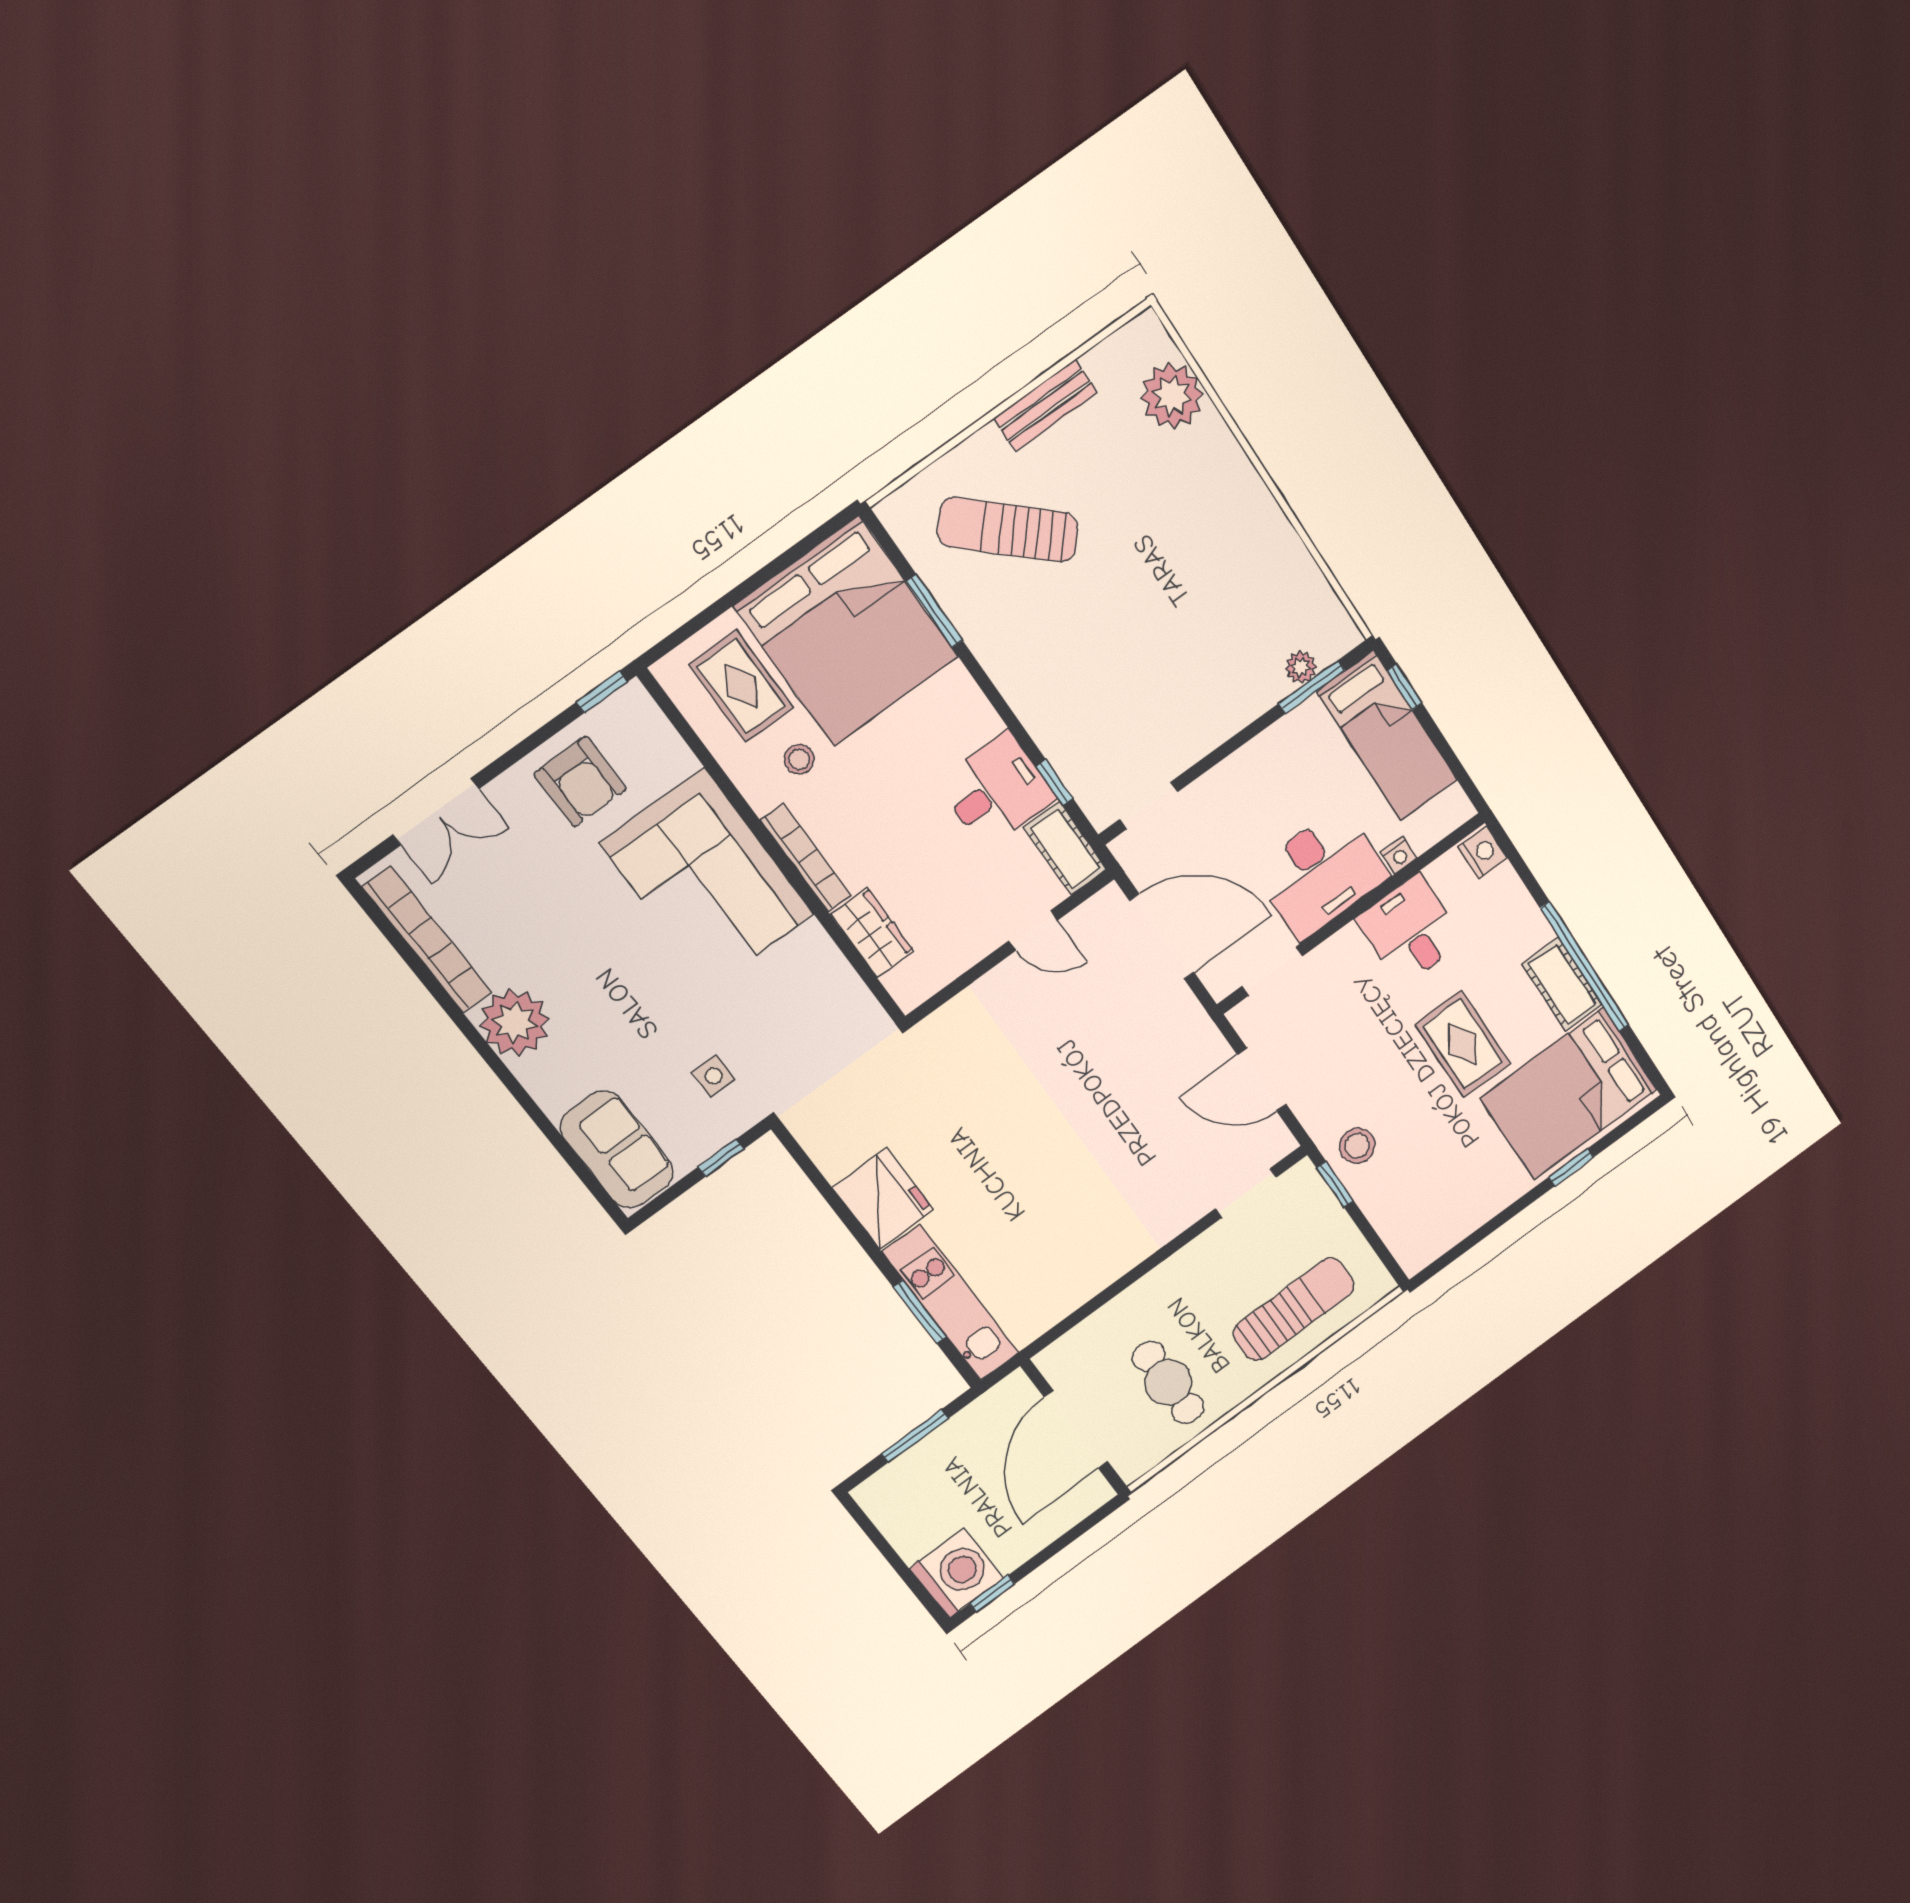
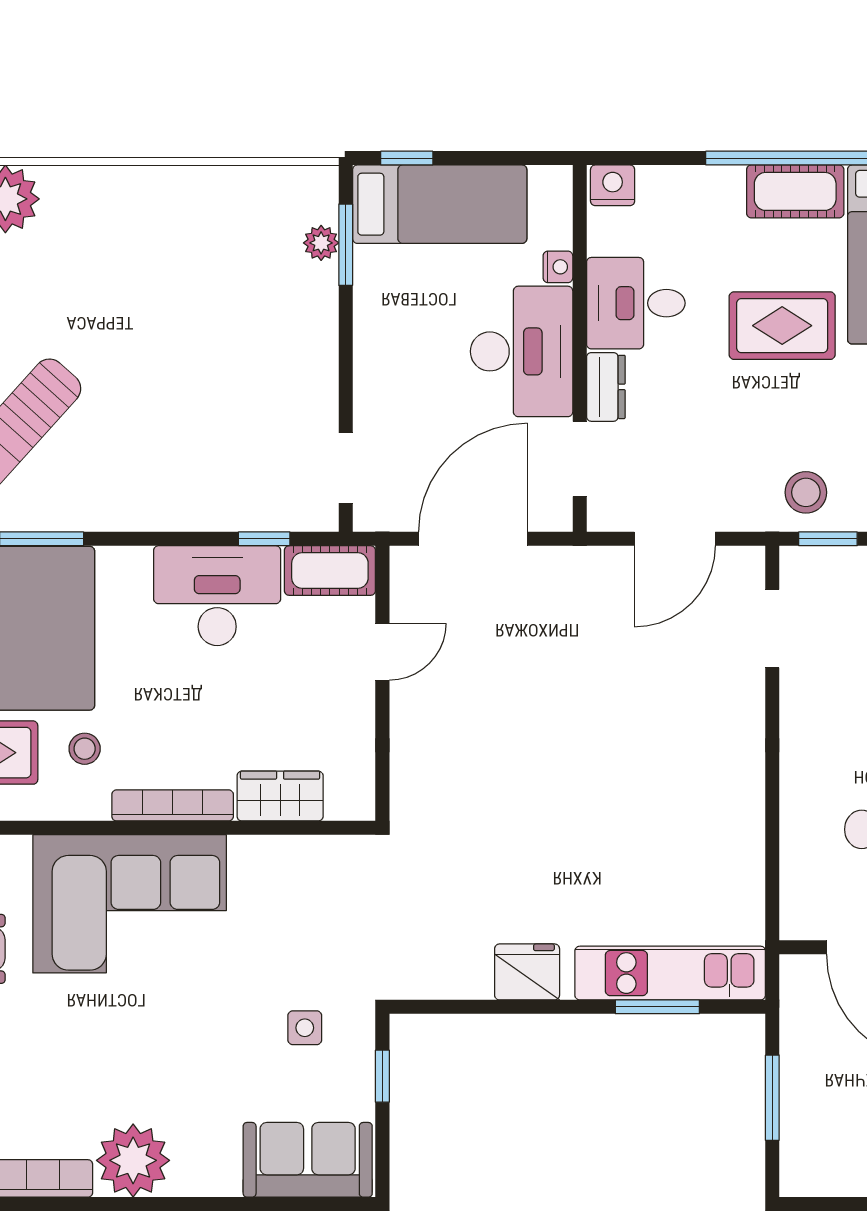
desk: (996, 791) -> (217, 596), width x1.37
dresser: (1336, 952) -> (606, 387), added
fridge: (883, 1199) -> (527, 972), width x0.73, depth x0.75

